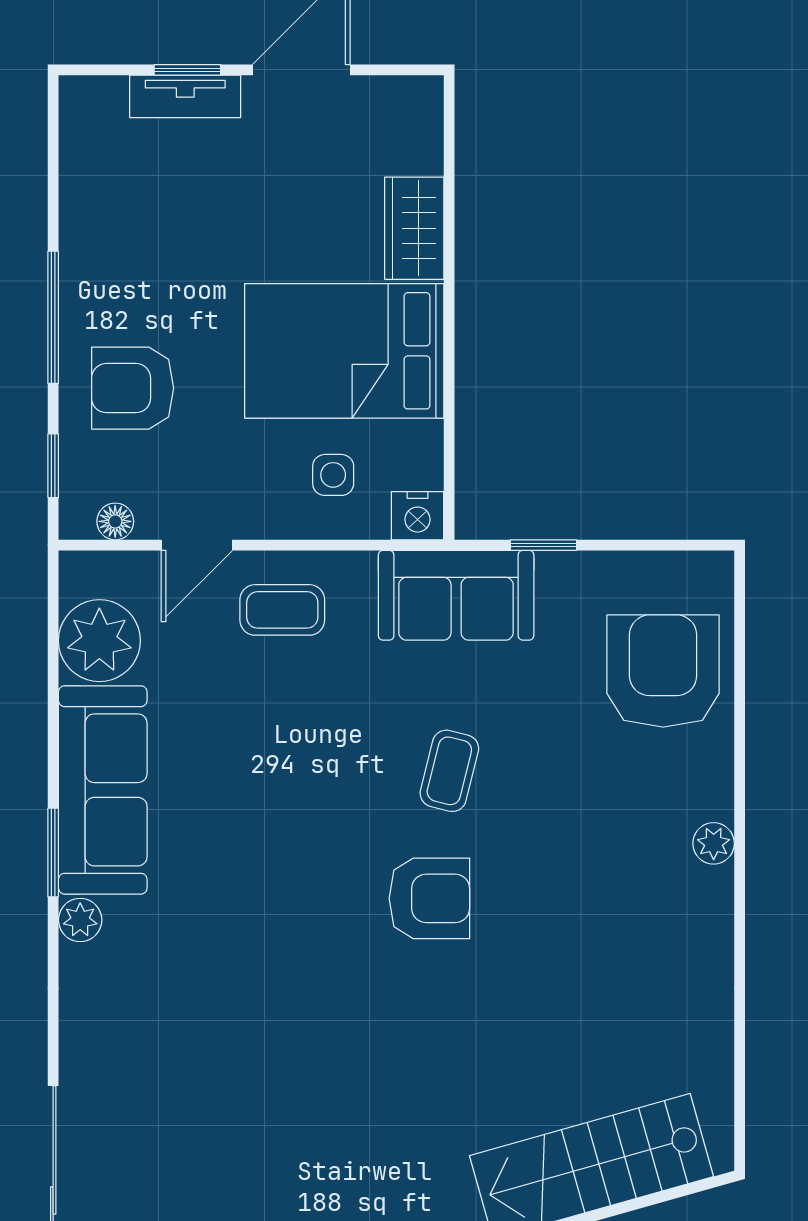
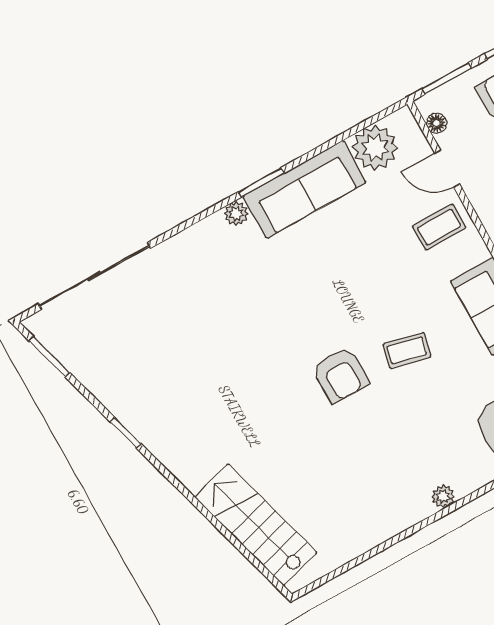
window: (53, 466) -> (447, 78), width x1.50
coffee table: (282, 610) -> (439, 227), turned 90

